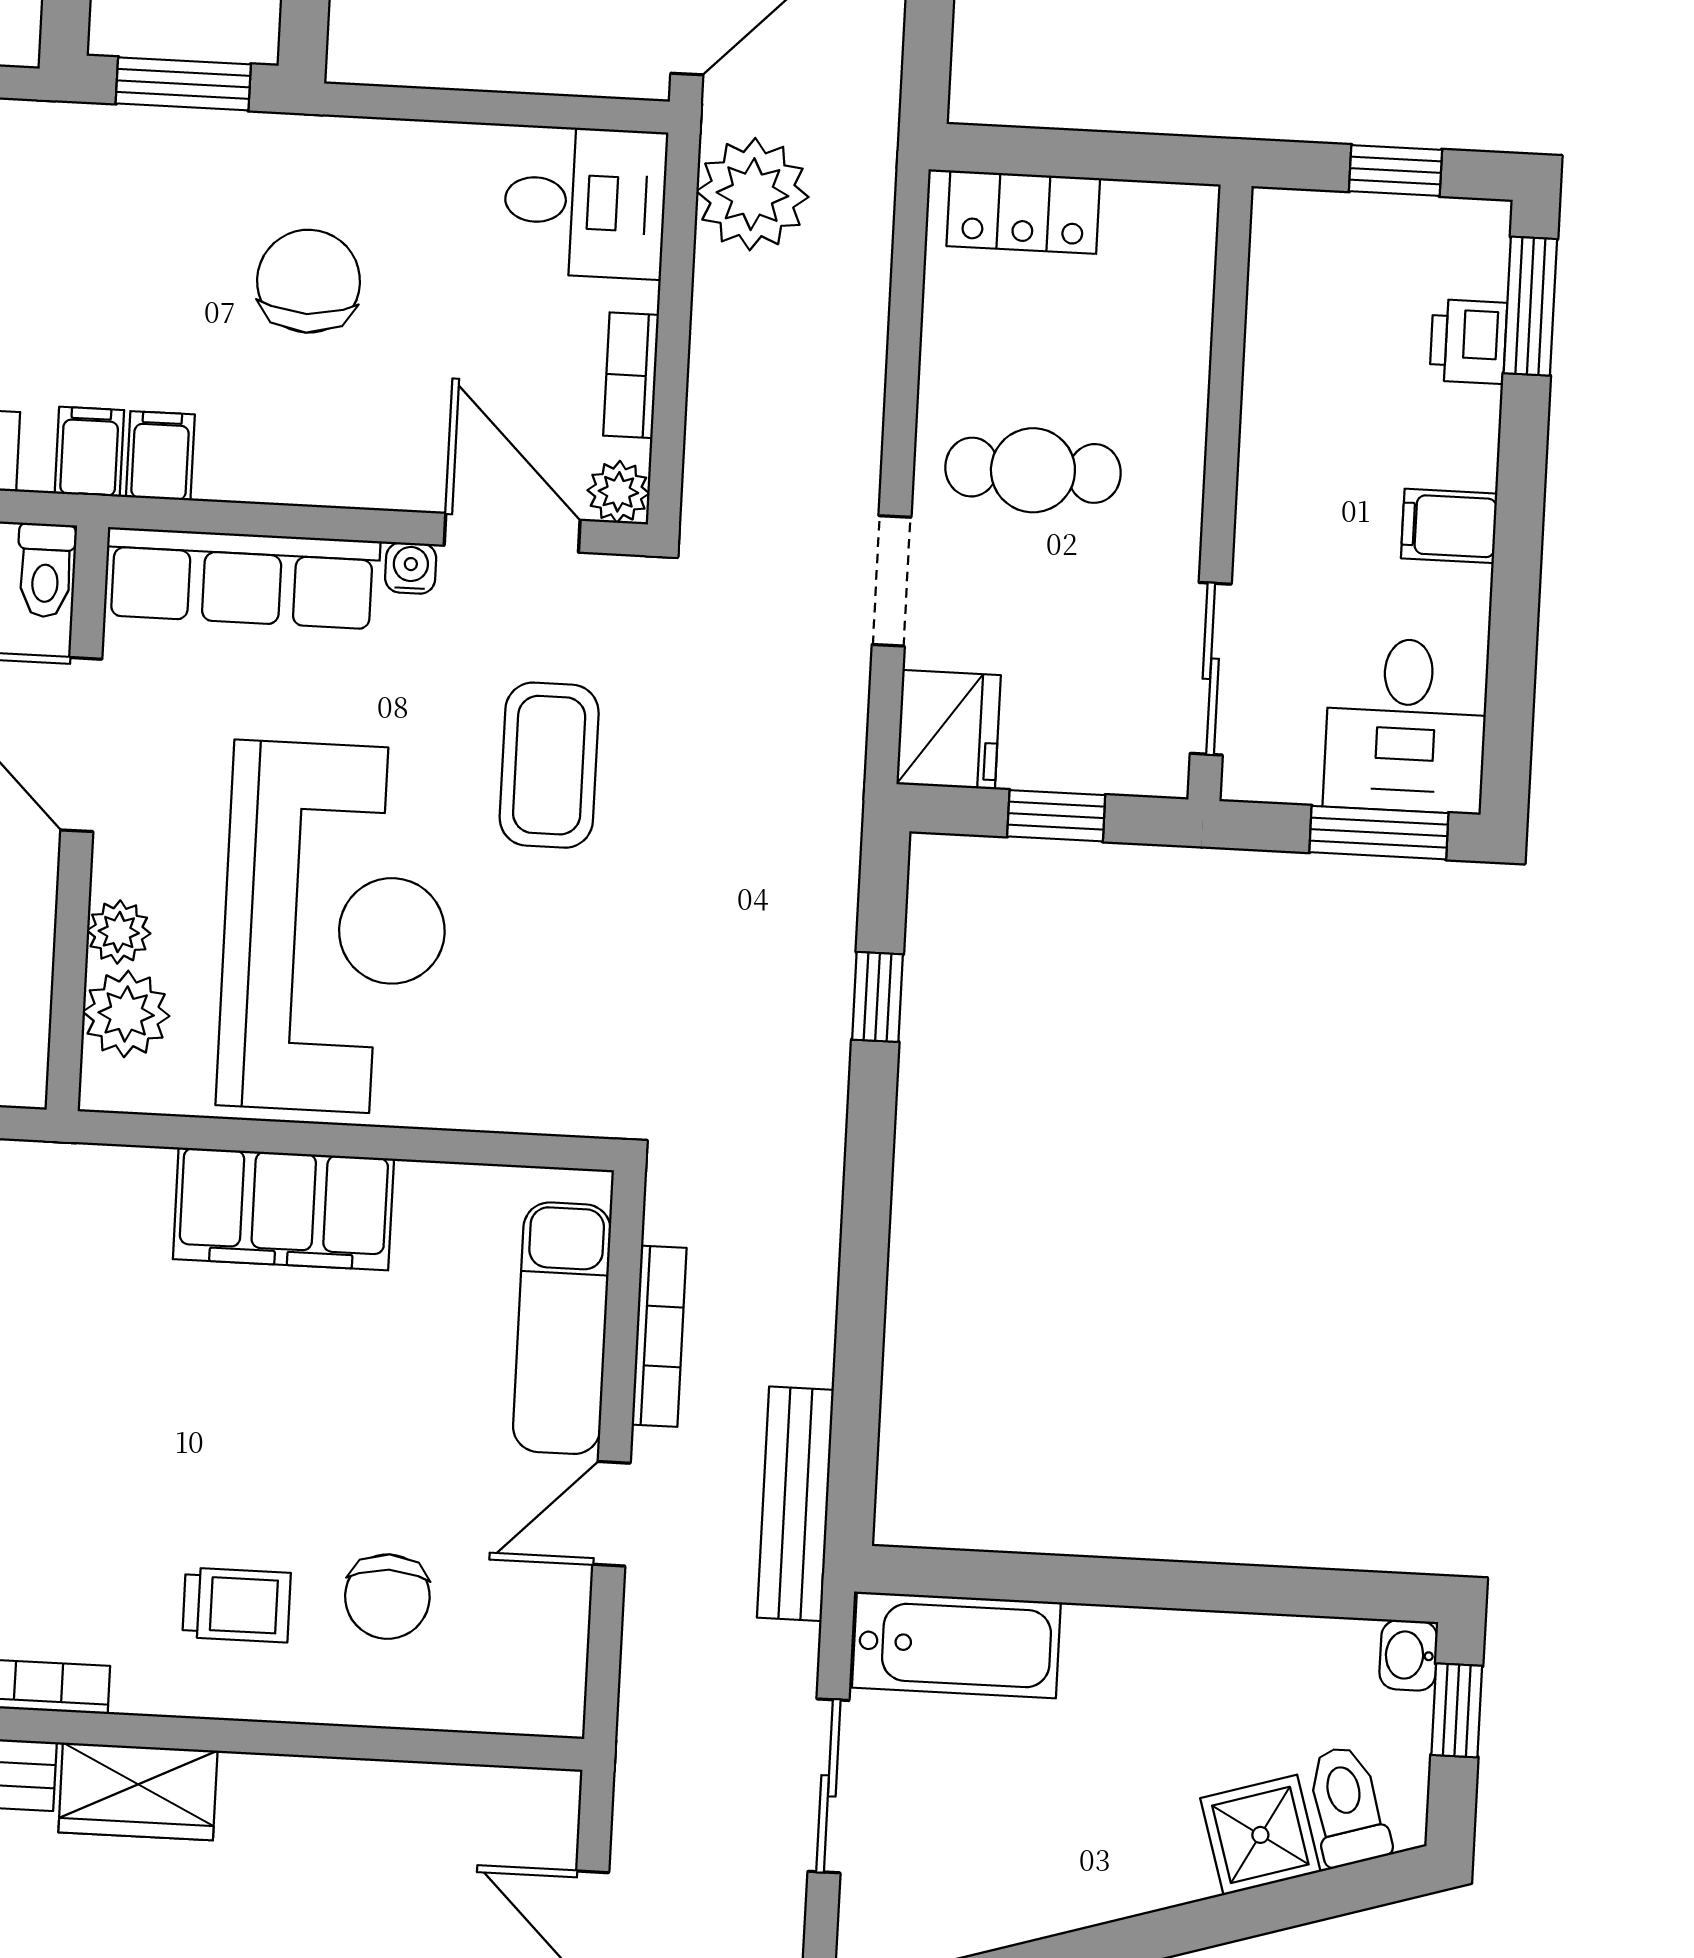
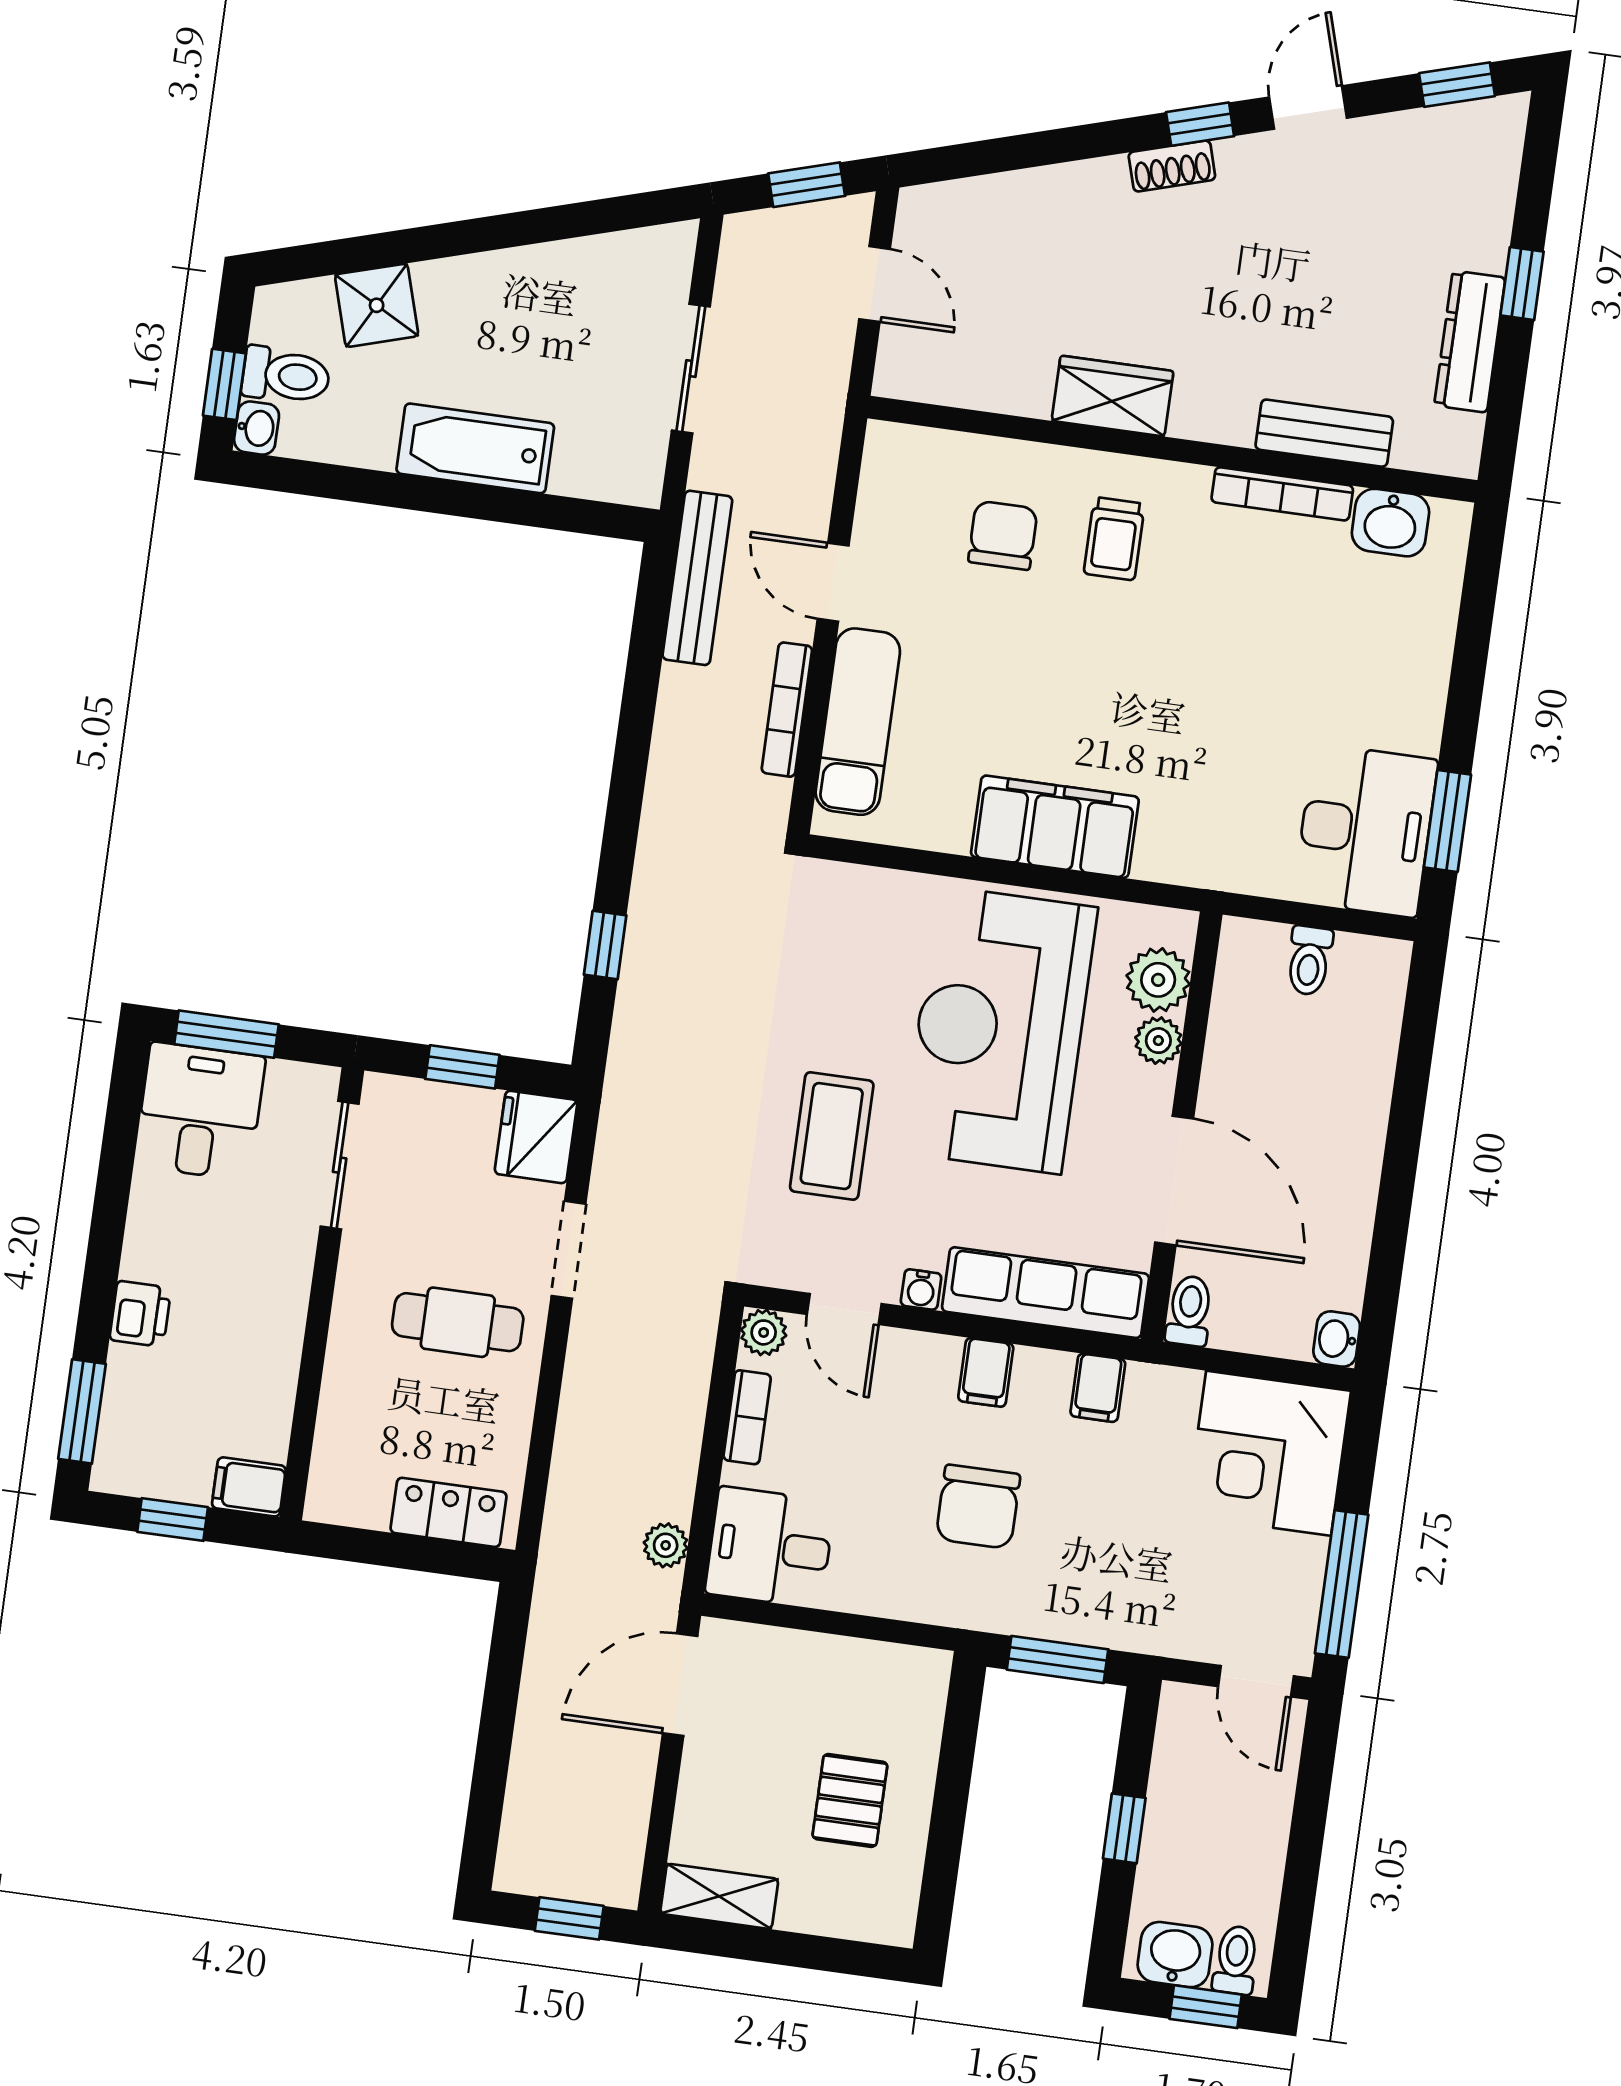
plant: (752, 194) -> (666, 1545), width x0.53, depth x0.53
printer: (1468, 342) -> (140, 1314), moved
filing cabinet: (89, 452) -> (986, 1372), moved
filing cabinet: (1449, 526) -> (249, 1487), moved, turned 180
door: (512, 533) -> (844, 1309), width x0.73
door: (611, 1514) -> (833, 582), swing flipped
trolley: (237, 1605) -> (1114, 539), turned -90
bathtub: (956, 1645) -> (475, 448), moved
wardrobe: (138, 1792) -> (1113, 396), moved
toilet: (1347, 1806) -> (286, 375), moved, turned -73

